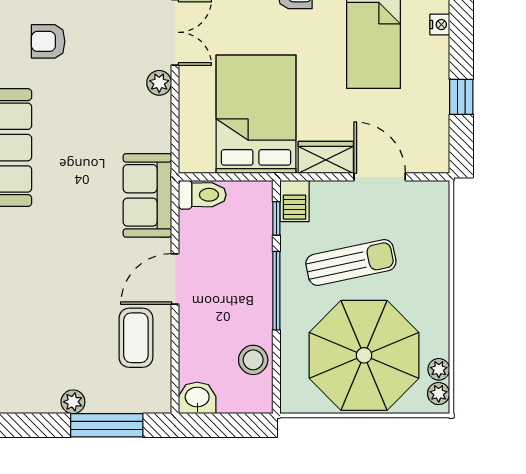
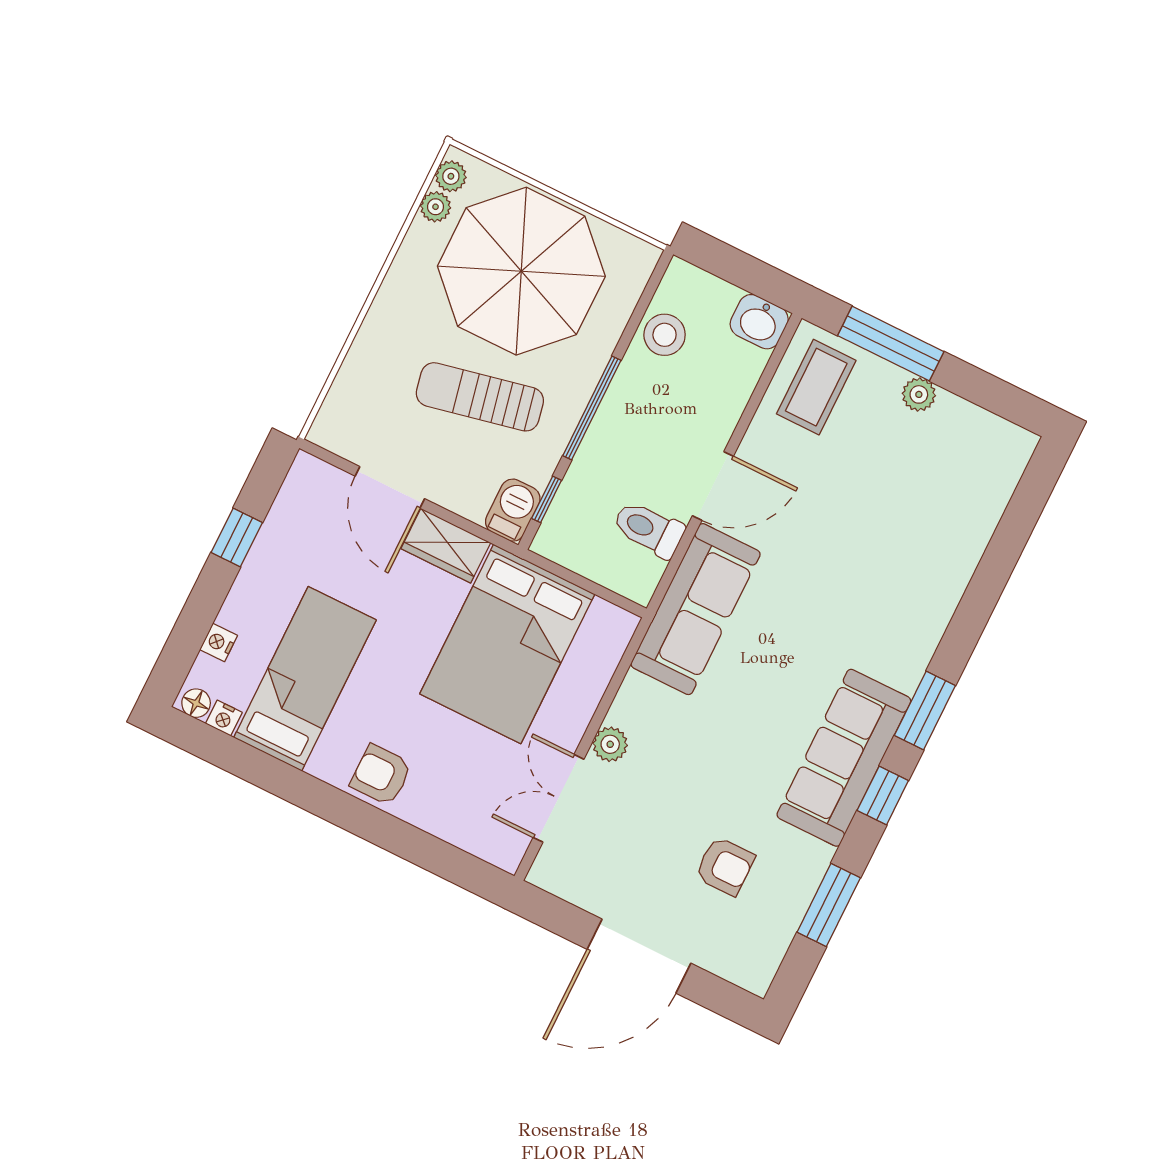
sofa: (147, 195) -> (696, 609), width x1.36
toilet: (202, 195) -> (649, 529), moved
coffee table: (136, 338) -> (816, 387), moved

